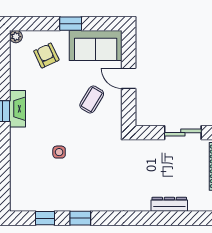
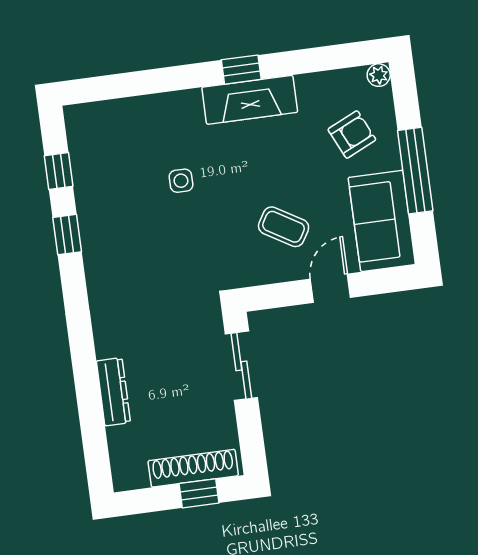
window: (71, 24) -> (415, 171), width x2.17
fireplace: (17, 109) -> (250, 100), width x1.37, depth x1.32
sliding door: (183, 133) -> (241, 366), moved

